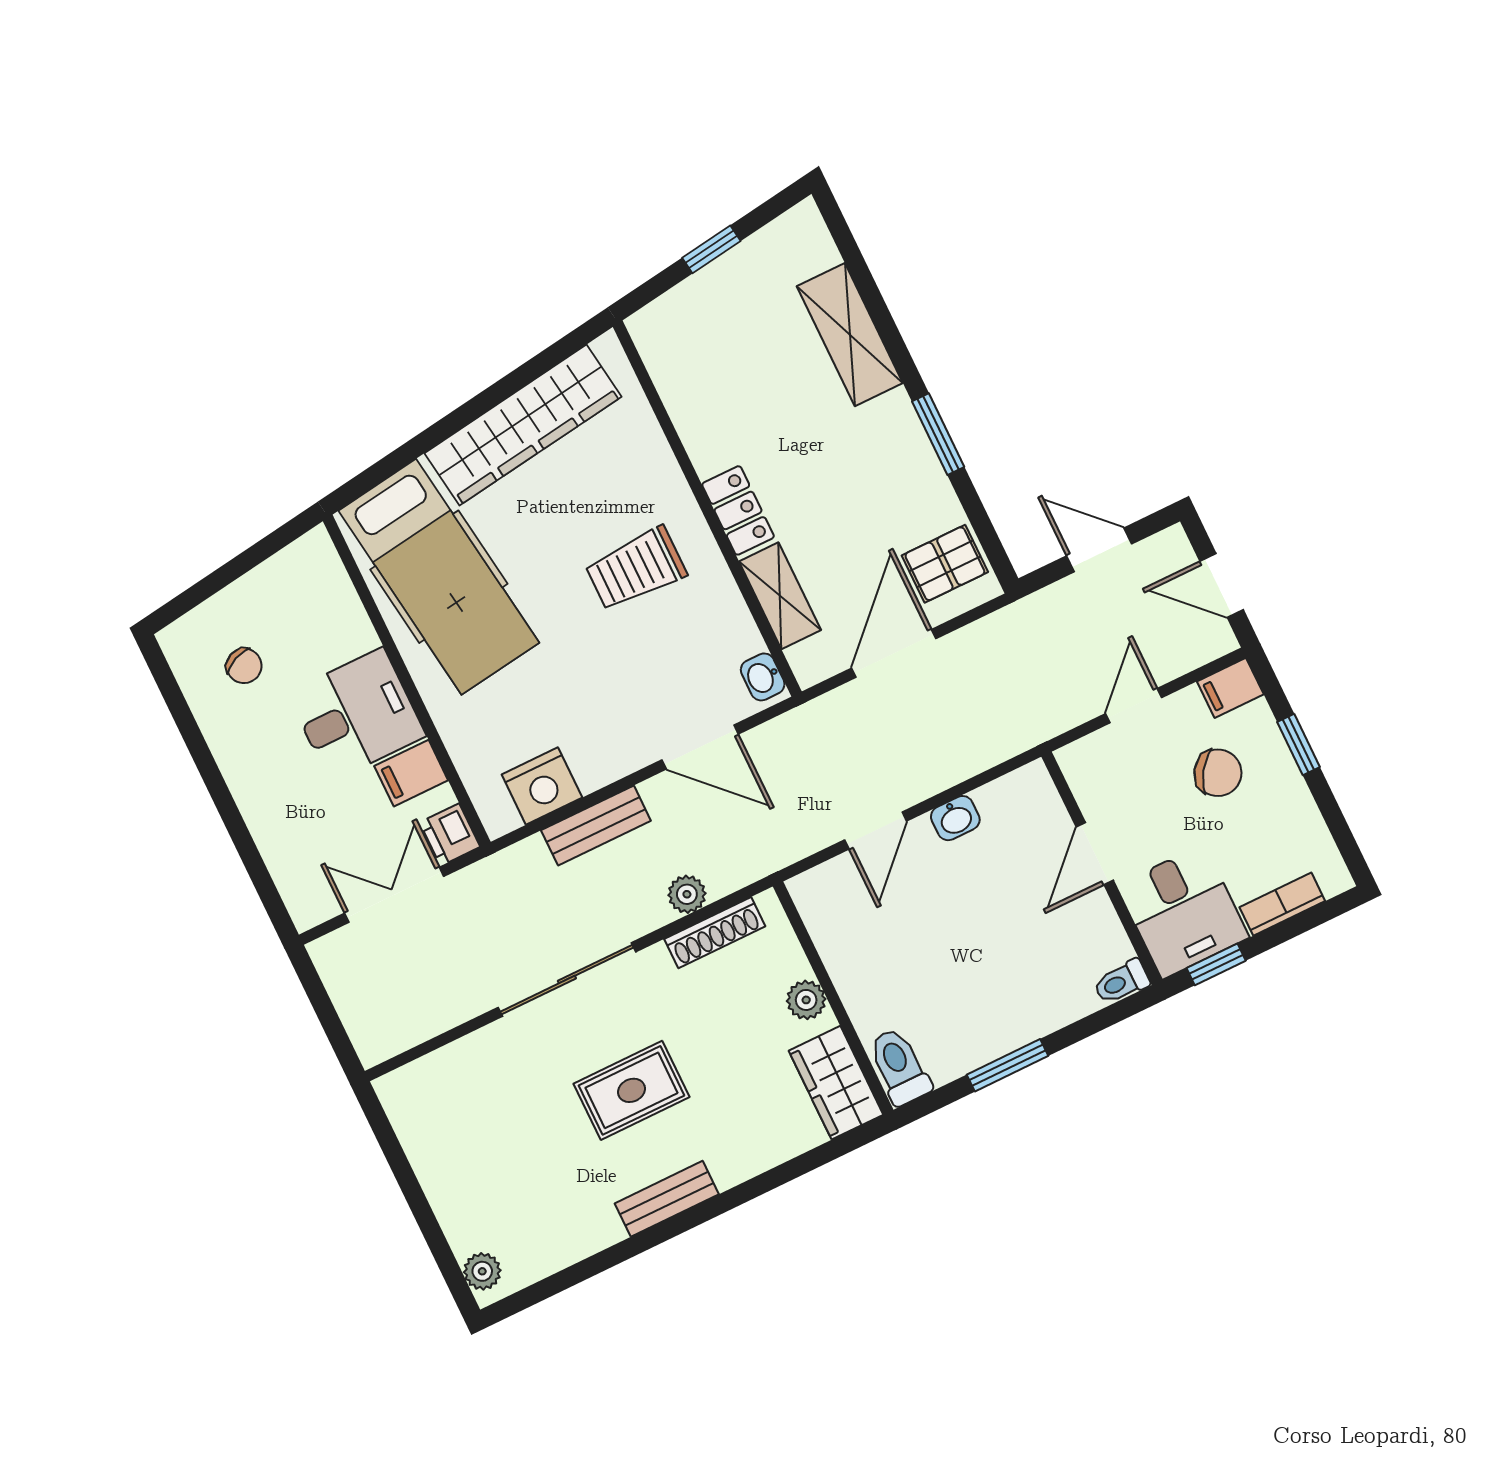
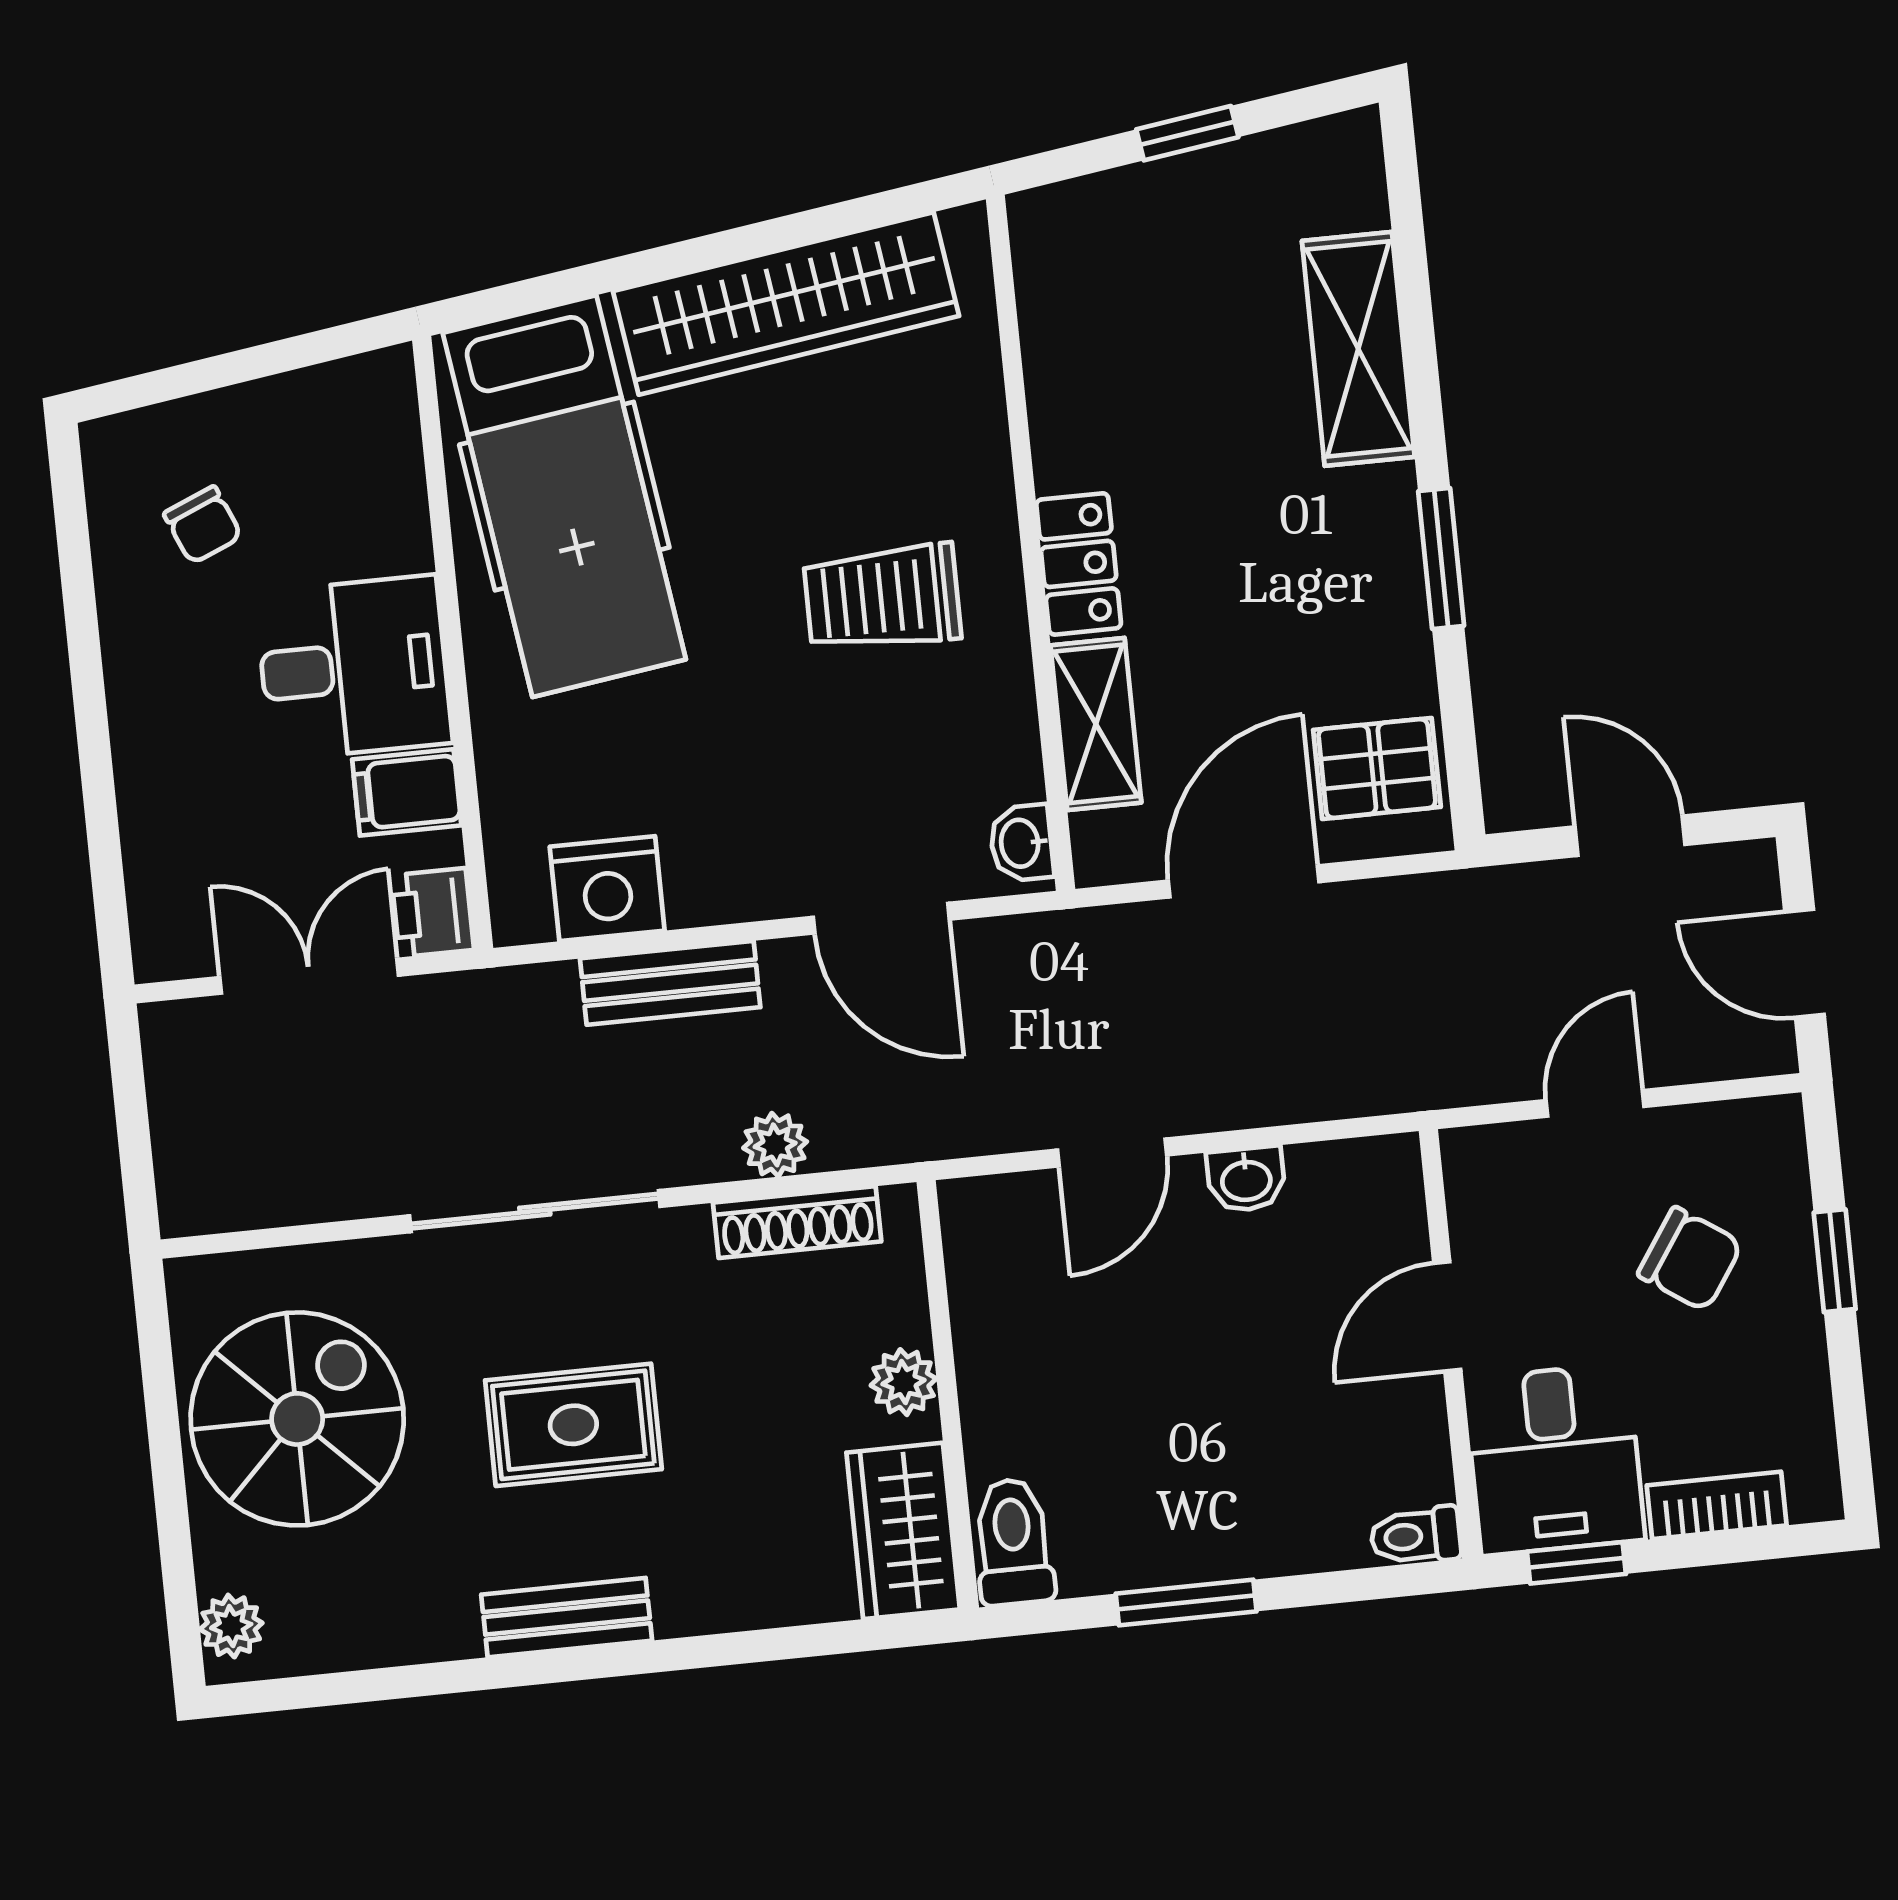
filing cabinet: (1230, 688) -> (1759, 1131), removed
spiral stairs: (477, 1143) -> (297, 1419), added

